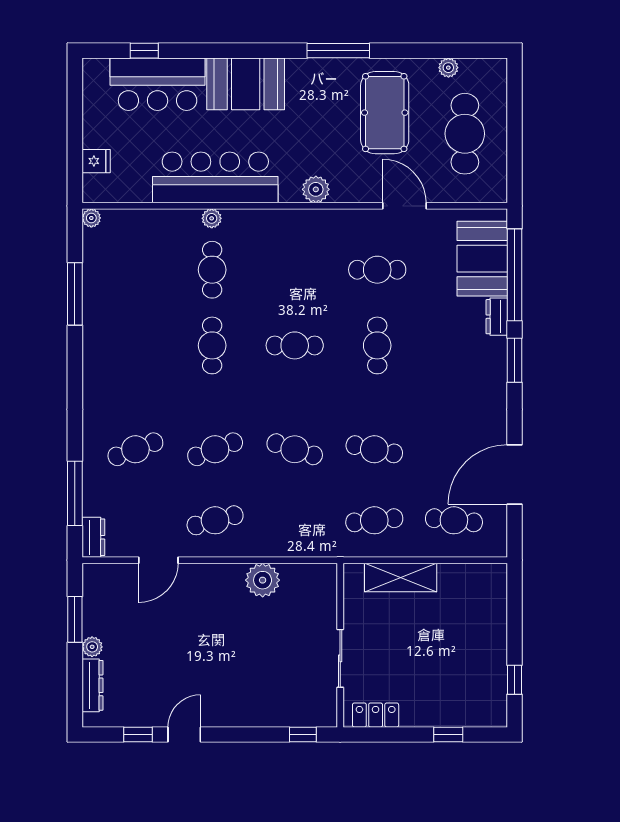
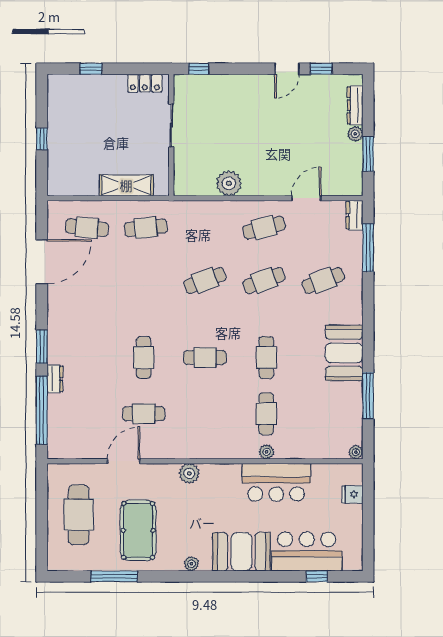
window: (338, 51) -> (114, 576), moved
plant: (448, 68) -> (191, 564), moved
bar counter: (215, 177) -> (276, 482), width x0.73
door: (404, 206) -> (123, 461), swing flipped
booth: (482, 259) -> (344, 353), moved
cafe table: (295, 449) -> (205, 280), turned -39
cafe table: (374, 449) -> (146, 280), removed
window: (514, 680) -> (42, 139), moved

